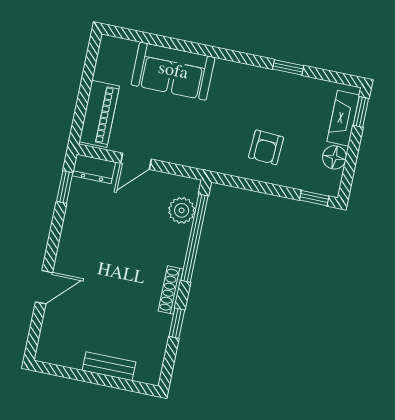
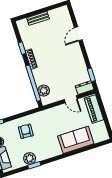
plant: (290, 87) -> (30, 158), added
door: (136, 161) -> (71, 99), swing flipped

